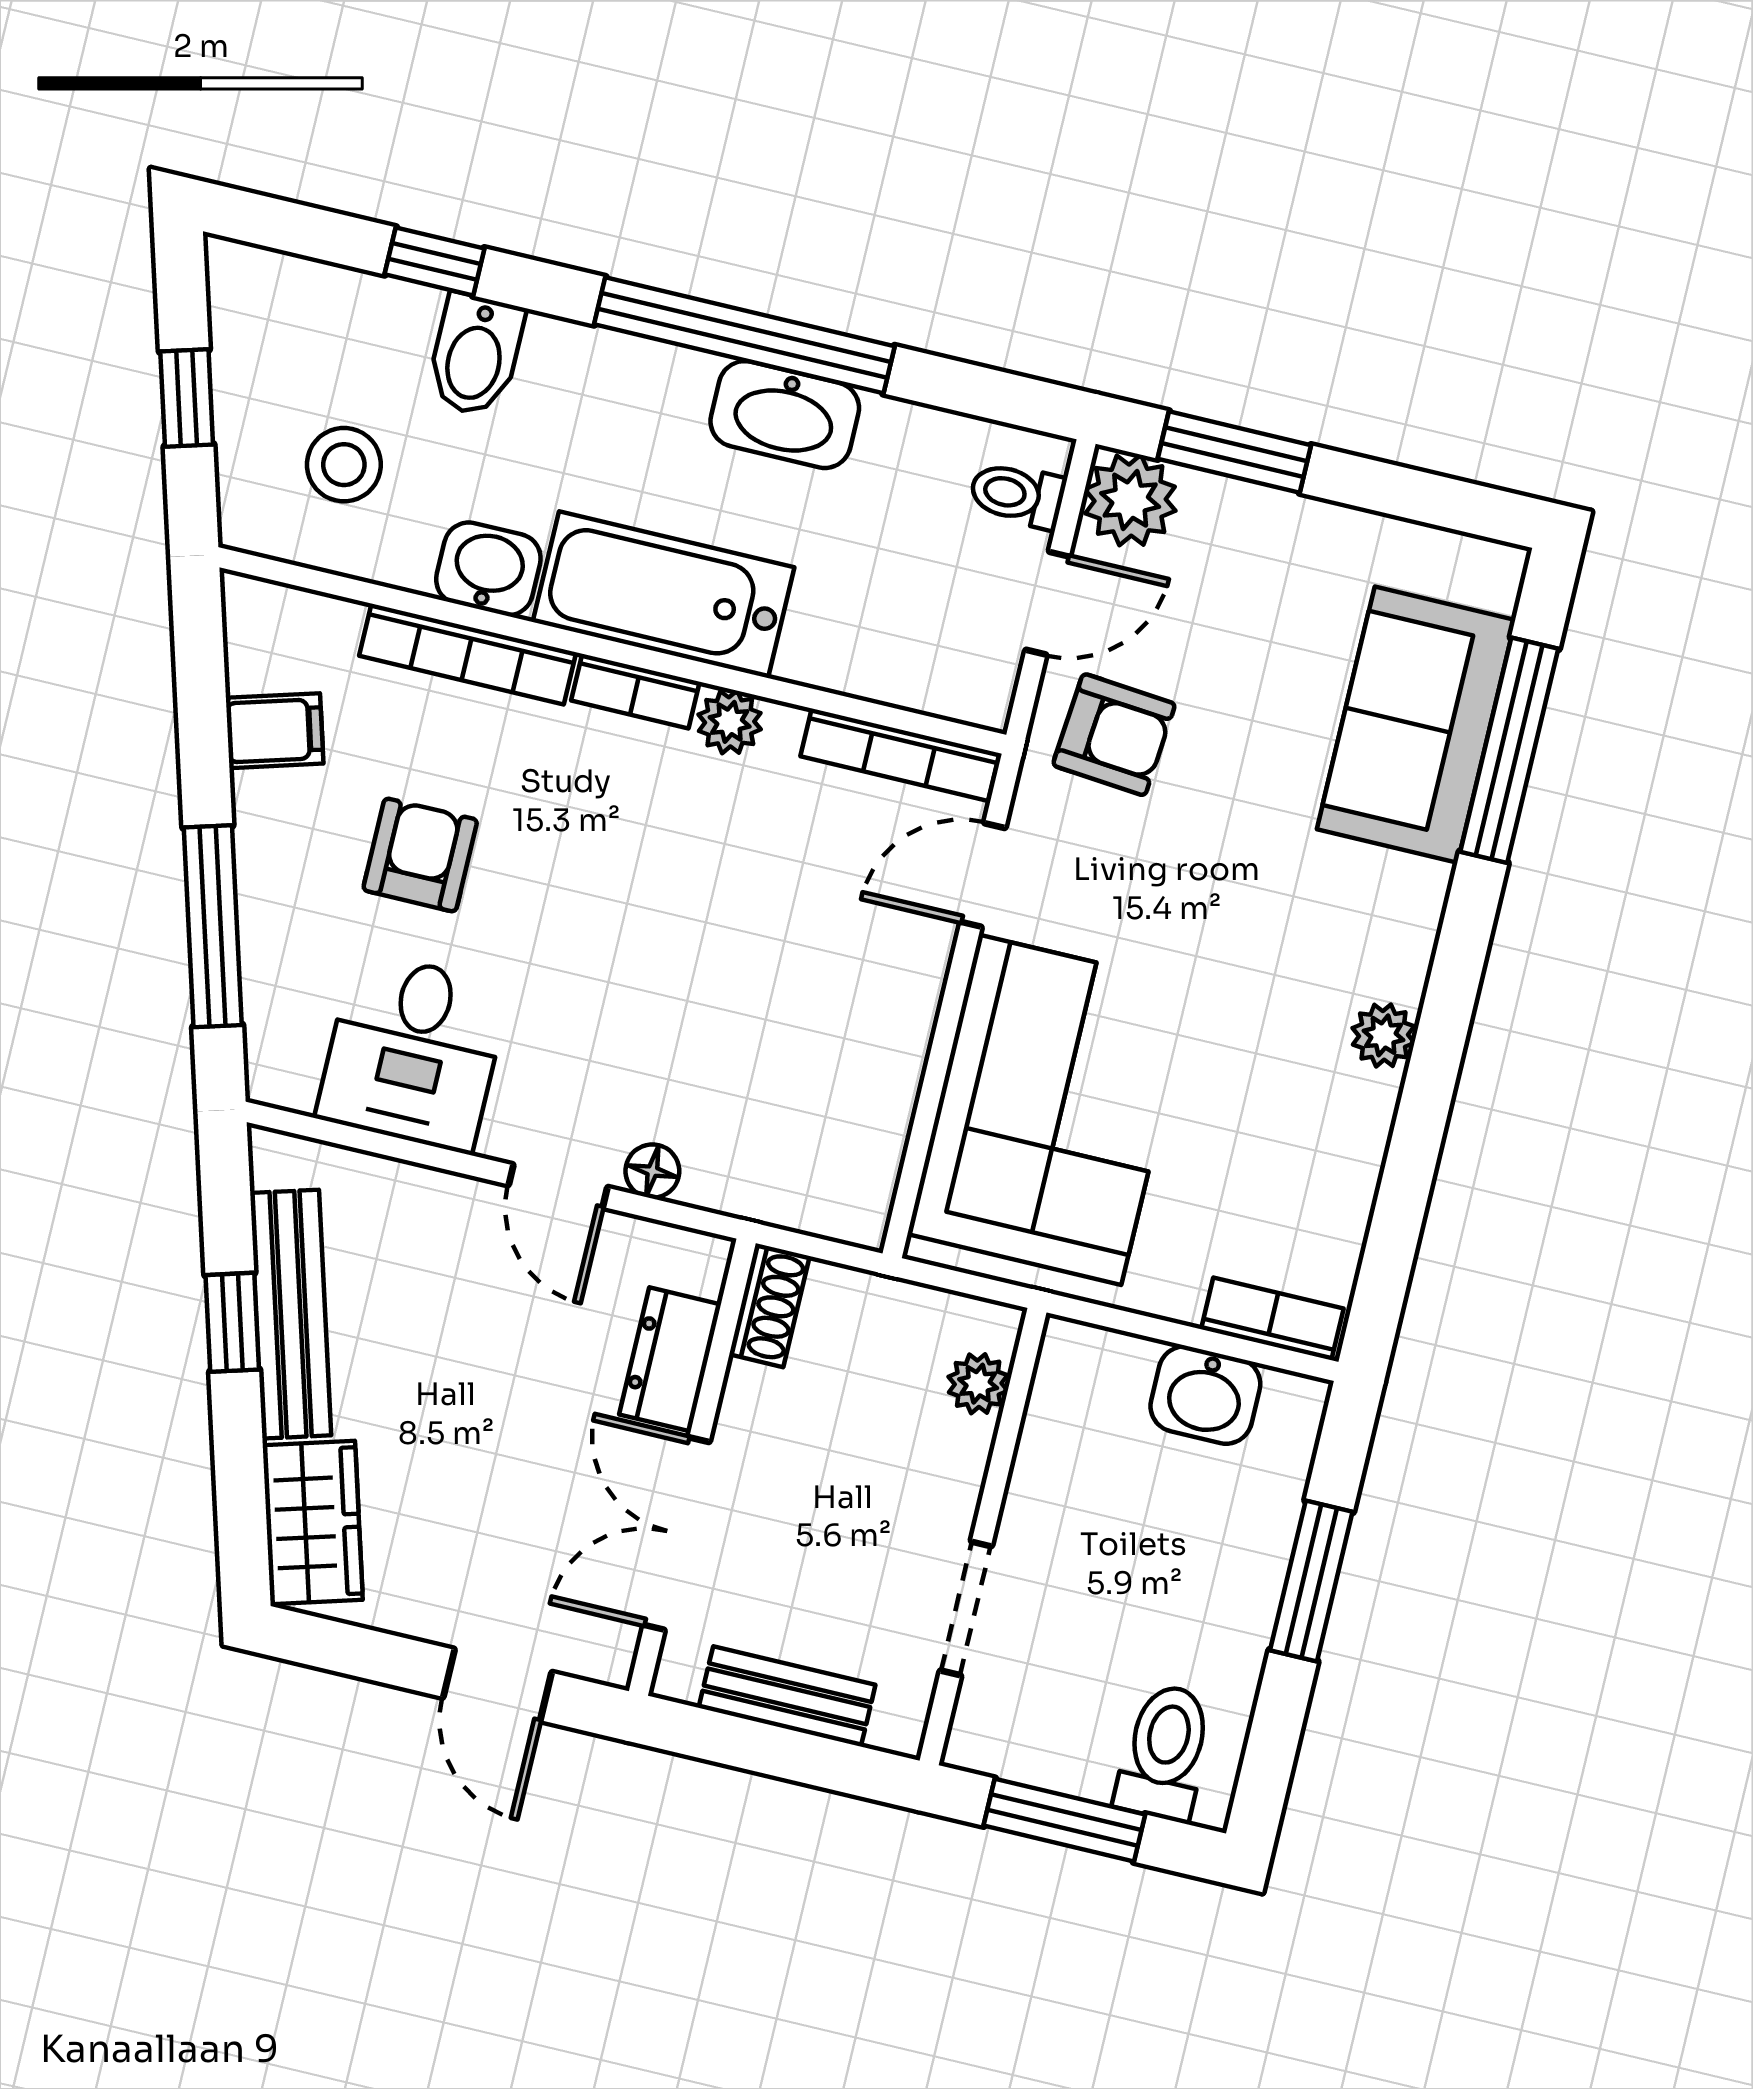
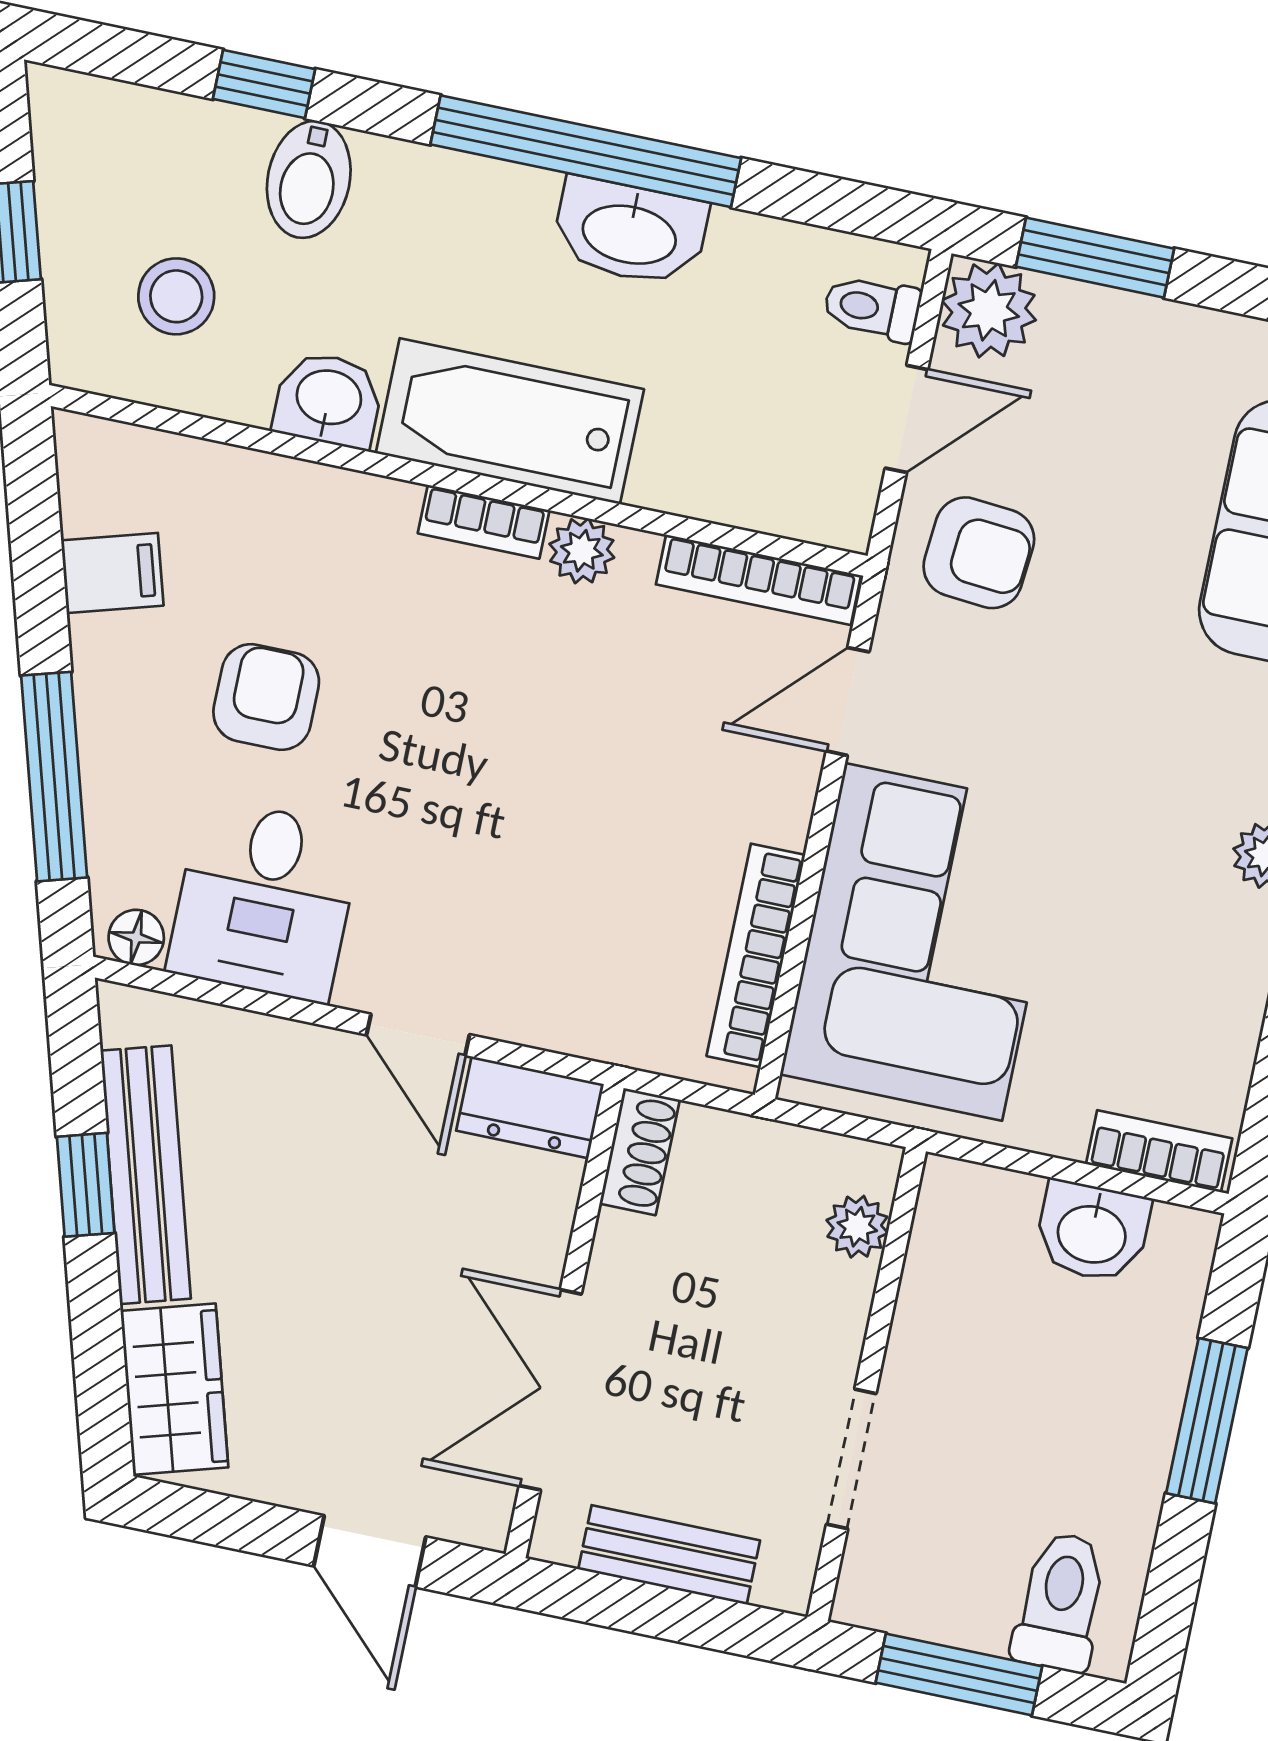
bookcase: (468, 654) -> (756, 955), moved, turned 90
floor lamp: (652, 1171) -> (136, 937), moved
dresser: (670, 1359) -> (530, 1107), moved, turned -90

